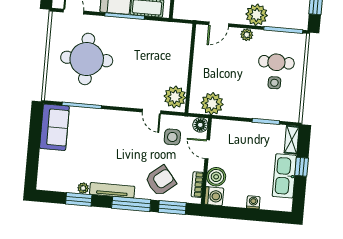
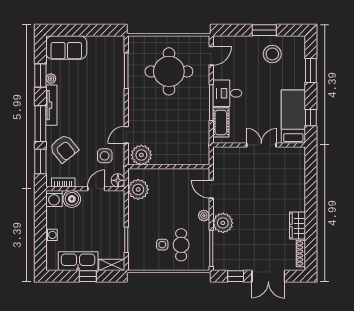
sofa: (54, 127) -> (66, 48), moved

